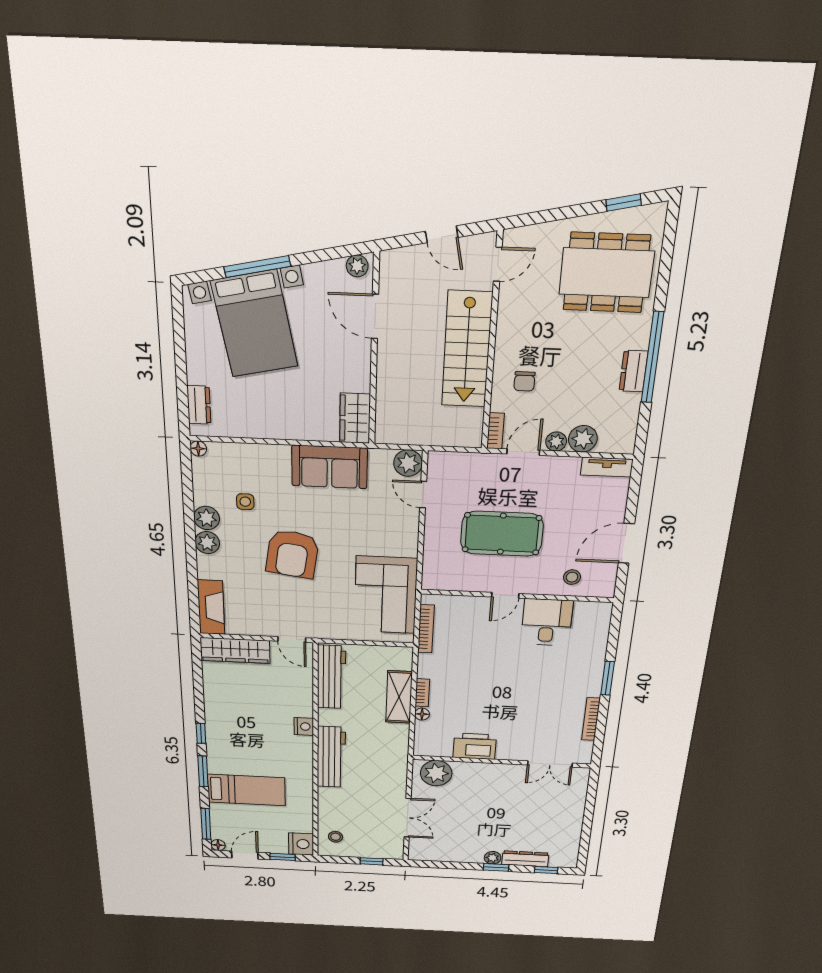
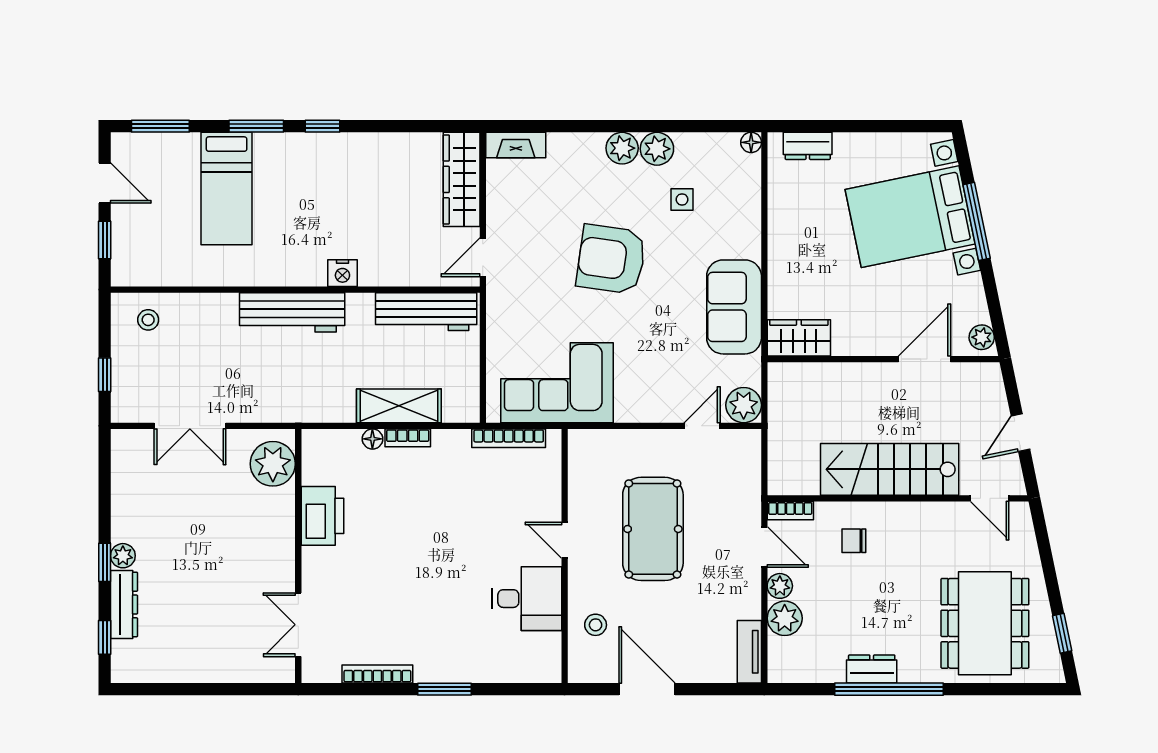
fireplace: (211, 607) -> (516, 145), width x0.73, depth x0.76
nightstand: (301, 844) -> (131, 268), removed
floor lamp: (218, 845) -> (121, 143), removed

